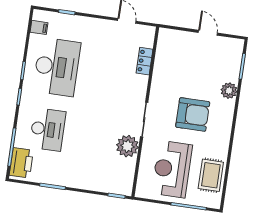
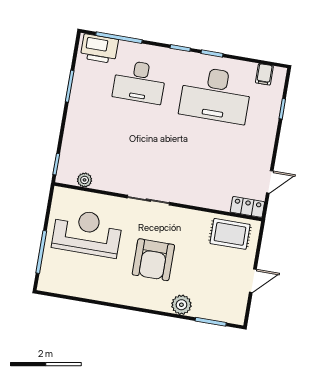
locker: (144, 61) -> (247, 207), moved
plant: (127, 146) -> (85, 180), moved, width x0.53, depth x0.53
rug: (211, 175) -> (230, 234), moved

